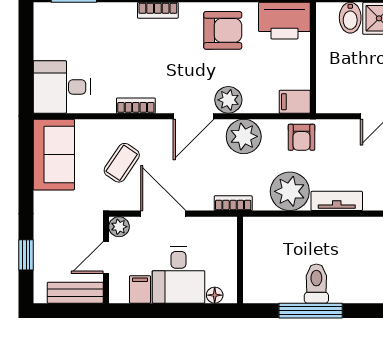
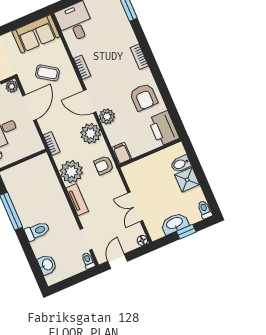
toilet: (316, 284) -> (37, 231), moved

